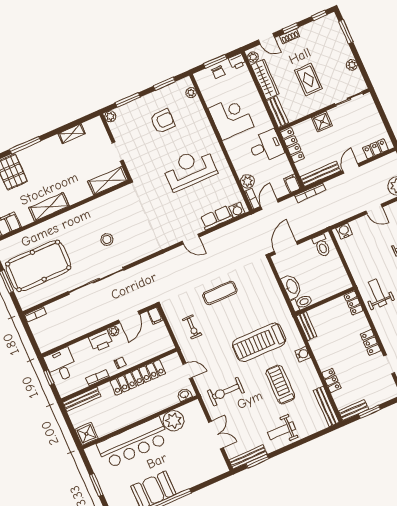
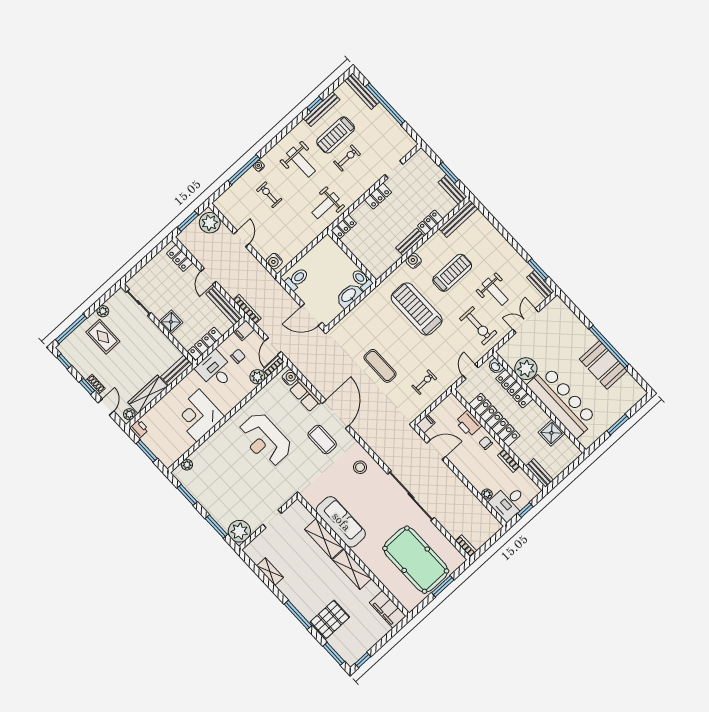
window: (346, 32) -> (71, 329), width x1.44
chair: (218, 72) -> (238, 356), moved
rug: (308, 79) -> (103, 337), moved, turned 90
plant: (110, 116) -> (239, 531), width x1.88, depth x1.88
armchair: (162, 121) -> (226, 484), removed
door: (351, 168) -> (208, 276), hinge flipped
shelving: (108, 181) -> (324, 539), moved
door: (270, 204) -> (273, 346), hinge flipped
sofa: (94, 211) -> (341, 522), added
coffee table: (172, 220) -> (322, 439), added
door: (191, 239) -> (336, 414), width x1.88
stool: (107, 240) -> (360, 467), moved
bench: (307, 326) -> (410, 242), moved
plant: (114, 331) -> (487, 494), moved
printer: (101, 341) -> (469, 424), moved, turned 180
treadmill: (259, 342) -> (417, 309), turned 180
treadmill: (280, 385) -> (452, 273), turned 180
bench: (82, 399) -> (540, 473), width x0.73
locker: (159, 404) -> (514, 389), added
weight bench: (282, 431) -> (495, 292), moved
shower: (86, 434) -> (551, 433), moved
bench: (248, 457) -> (540, 284), width x0.73

